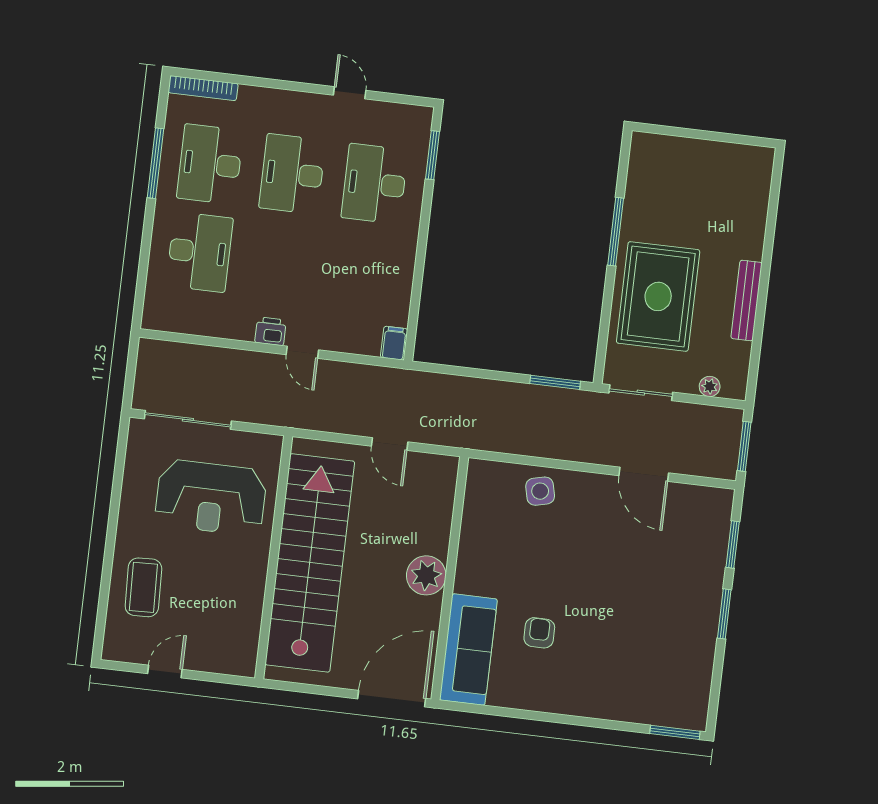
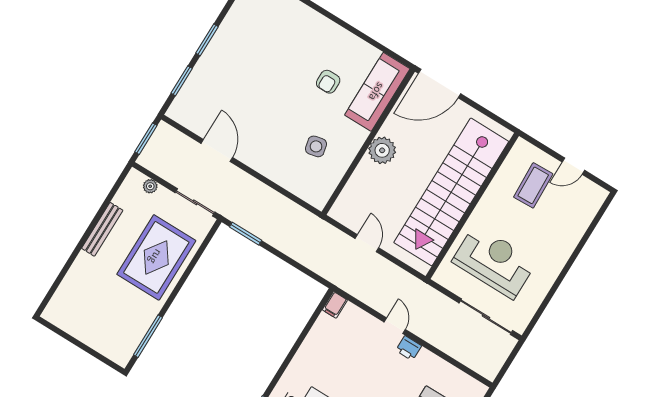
window: (616, 232) -> (148, 336), moved
side table: (540, 491) -> (316, 146), moved
coffee table: (143, 587) -> (533, 185), moved

